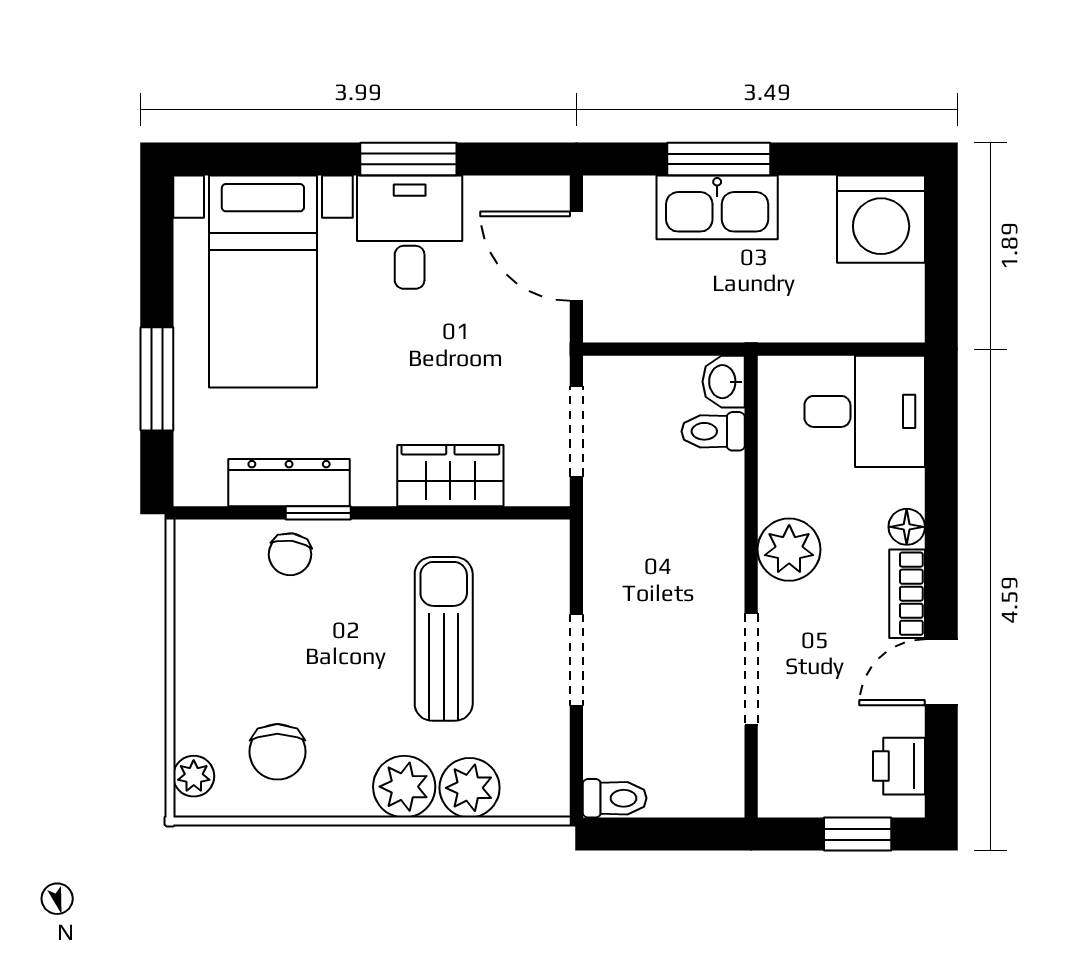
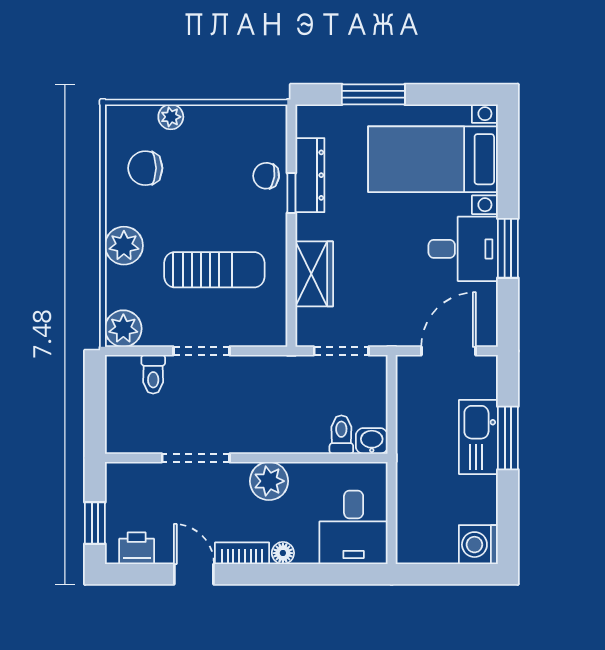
washing machine: (881, 219) -> (478, 545), width x0.73, depth x0.73
plant: (194, 776) -> (171, 117), moved
plant: (470, 788) -> (123, 329), moved
toilet: (615, 798) -> (153, 374), moved

